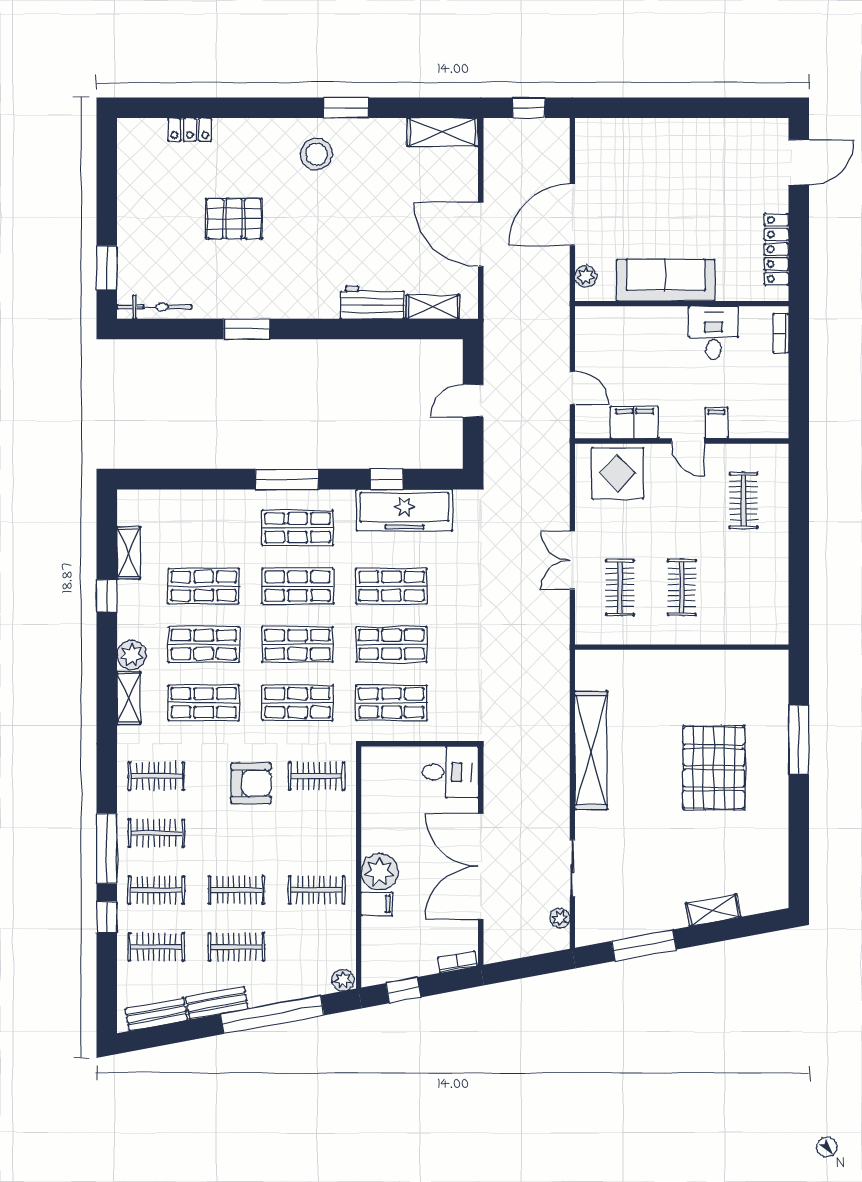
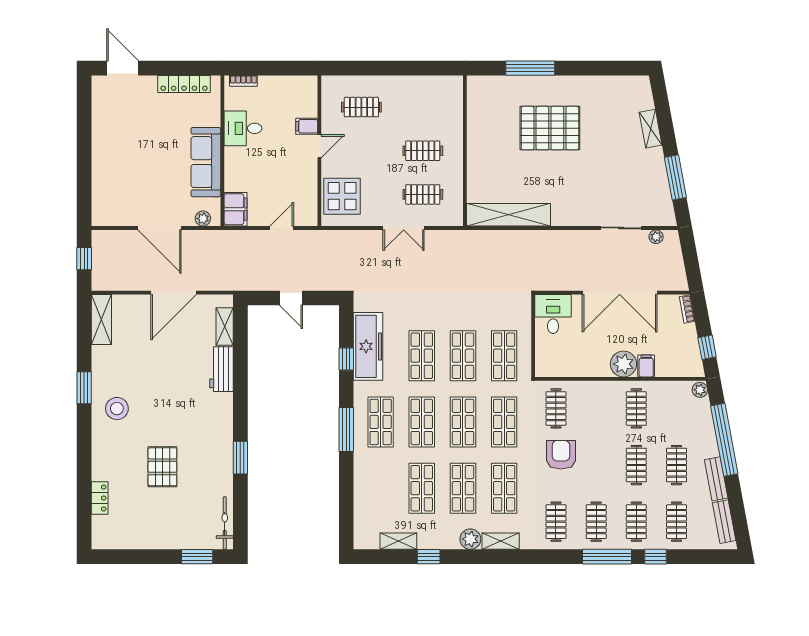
filing cabinet: (634, 422) -> (235, 209), moved, turned 180
shelving: (591, 750) -> (508, 215), moved

